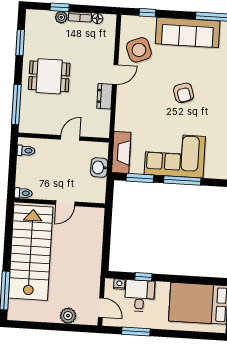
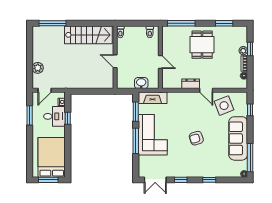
stairs: (31, 253) -> (88, 35), width x0.73, depth x0.66

